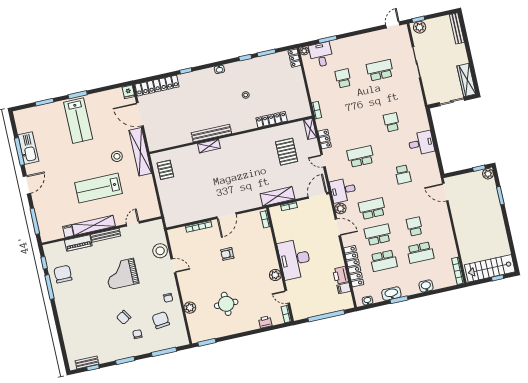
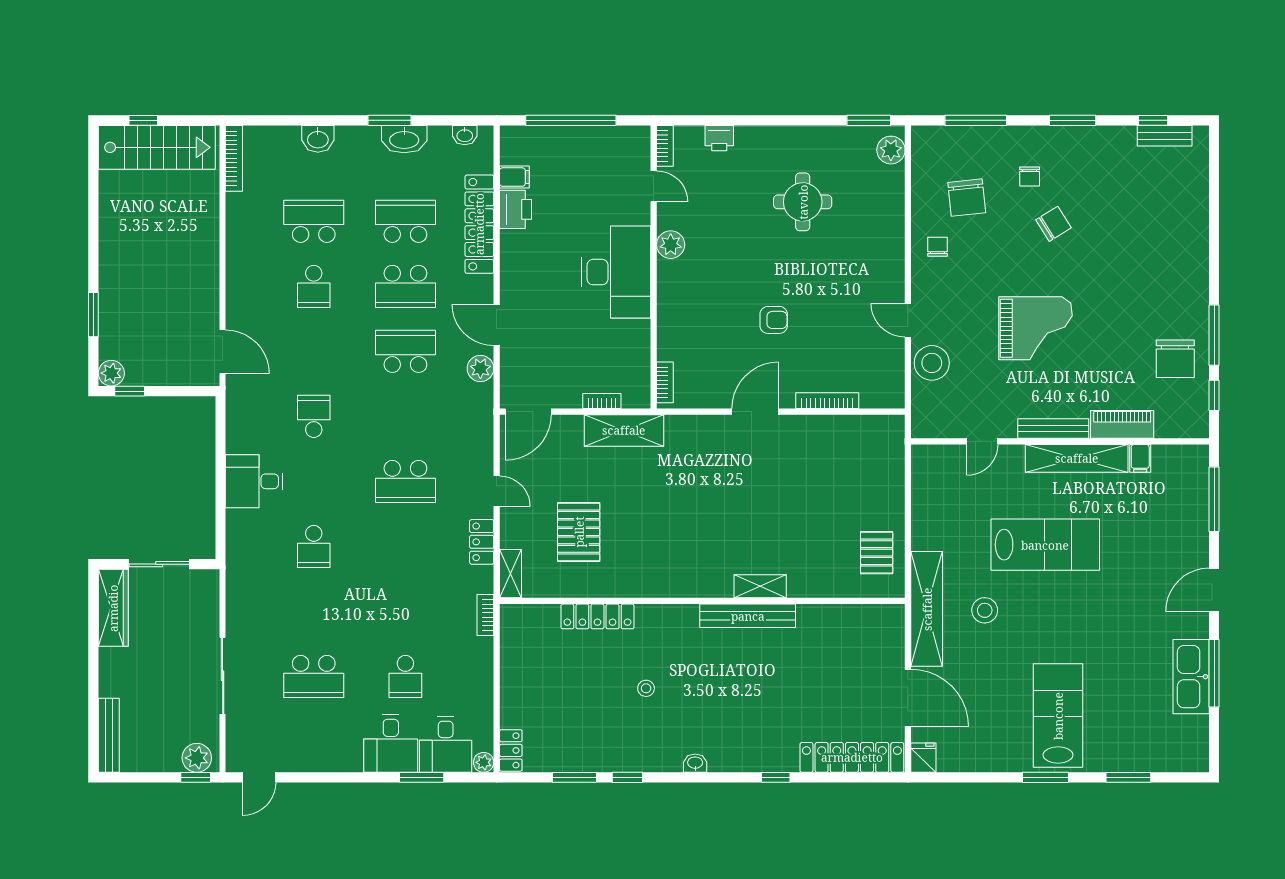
desk: (343, 190) -> (391, 743), moved, turned 90
school desk: (372, 209) -> (405, 351), turned 180
plant: (190, 308) -> (891, 150), moved

